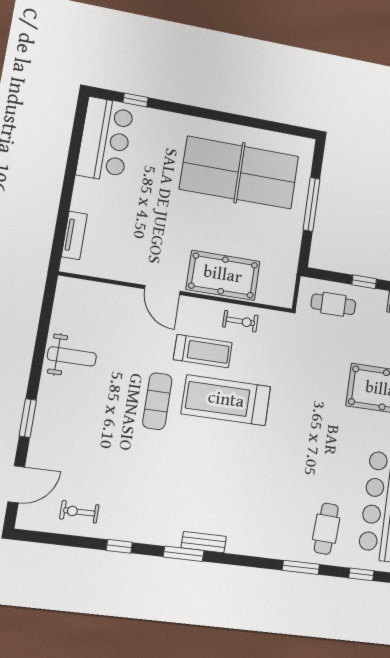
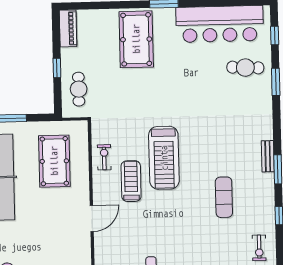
pool table: (223, 275) -> (54, 161), moved
exercise mat: (157, 401) -> (224, 197), moved, turned 90

